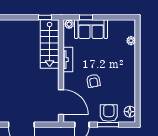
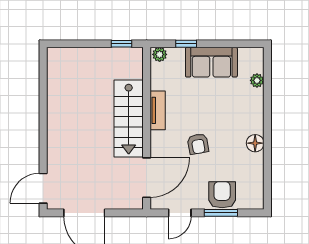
sofa: (91, 29) -> (211, 62), moved
stairs: (50, 44) -> (129, 119), moved
door: (61, 102) -> (147, 178), hinge flipped
floor lamp: (130, 112) -> (255, 143), moved

